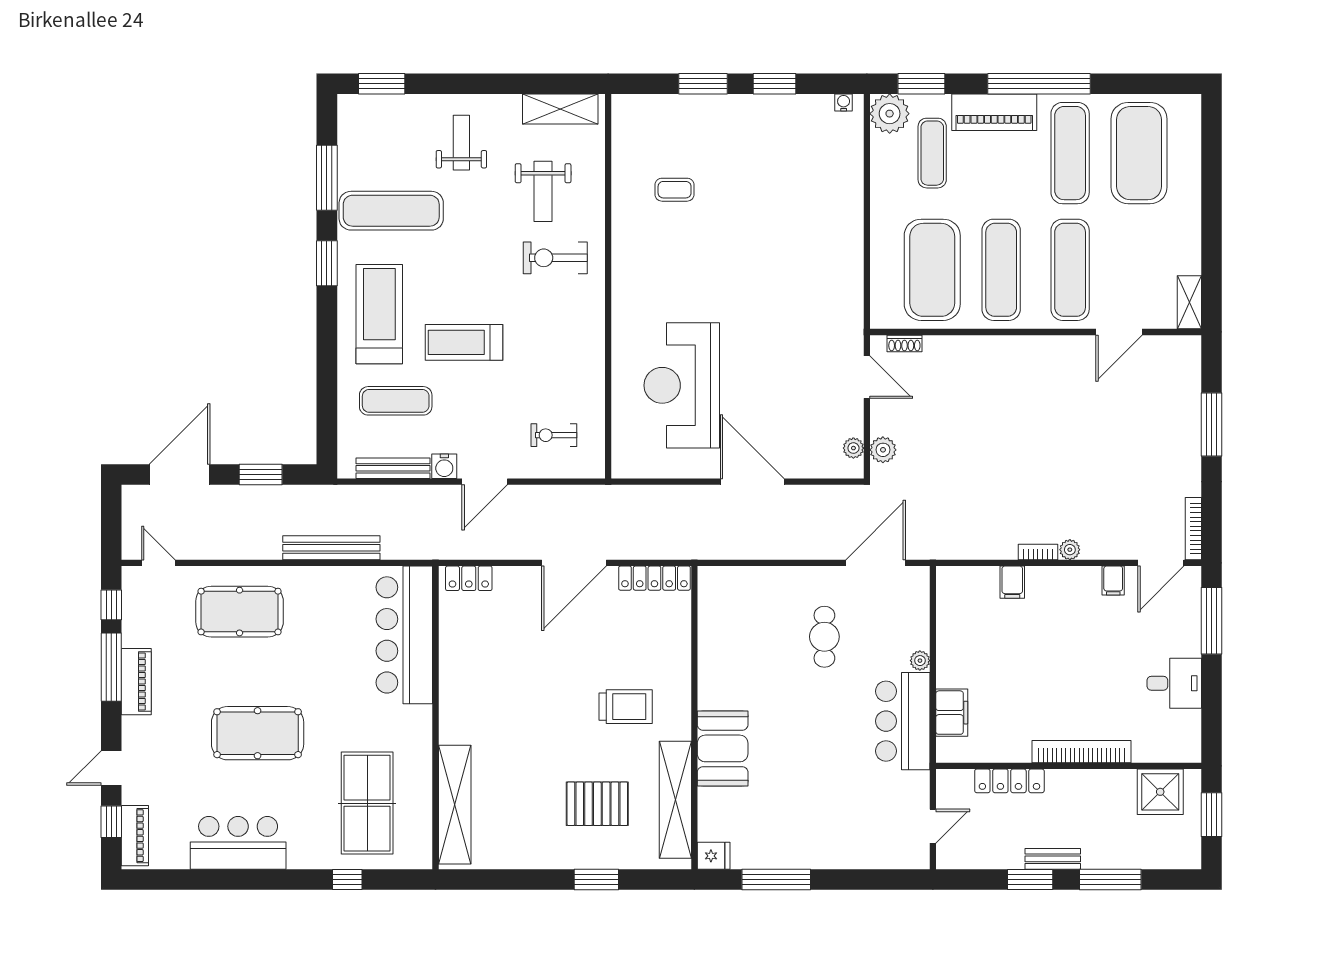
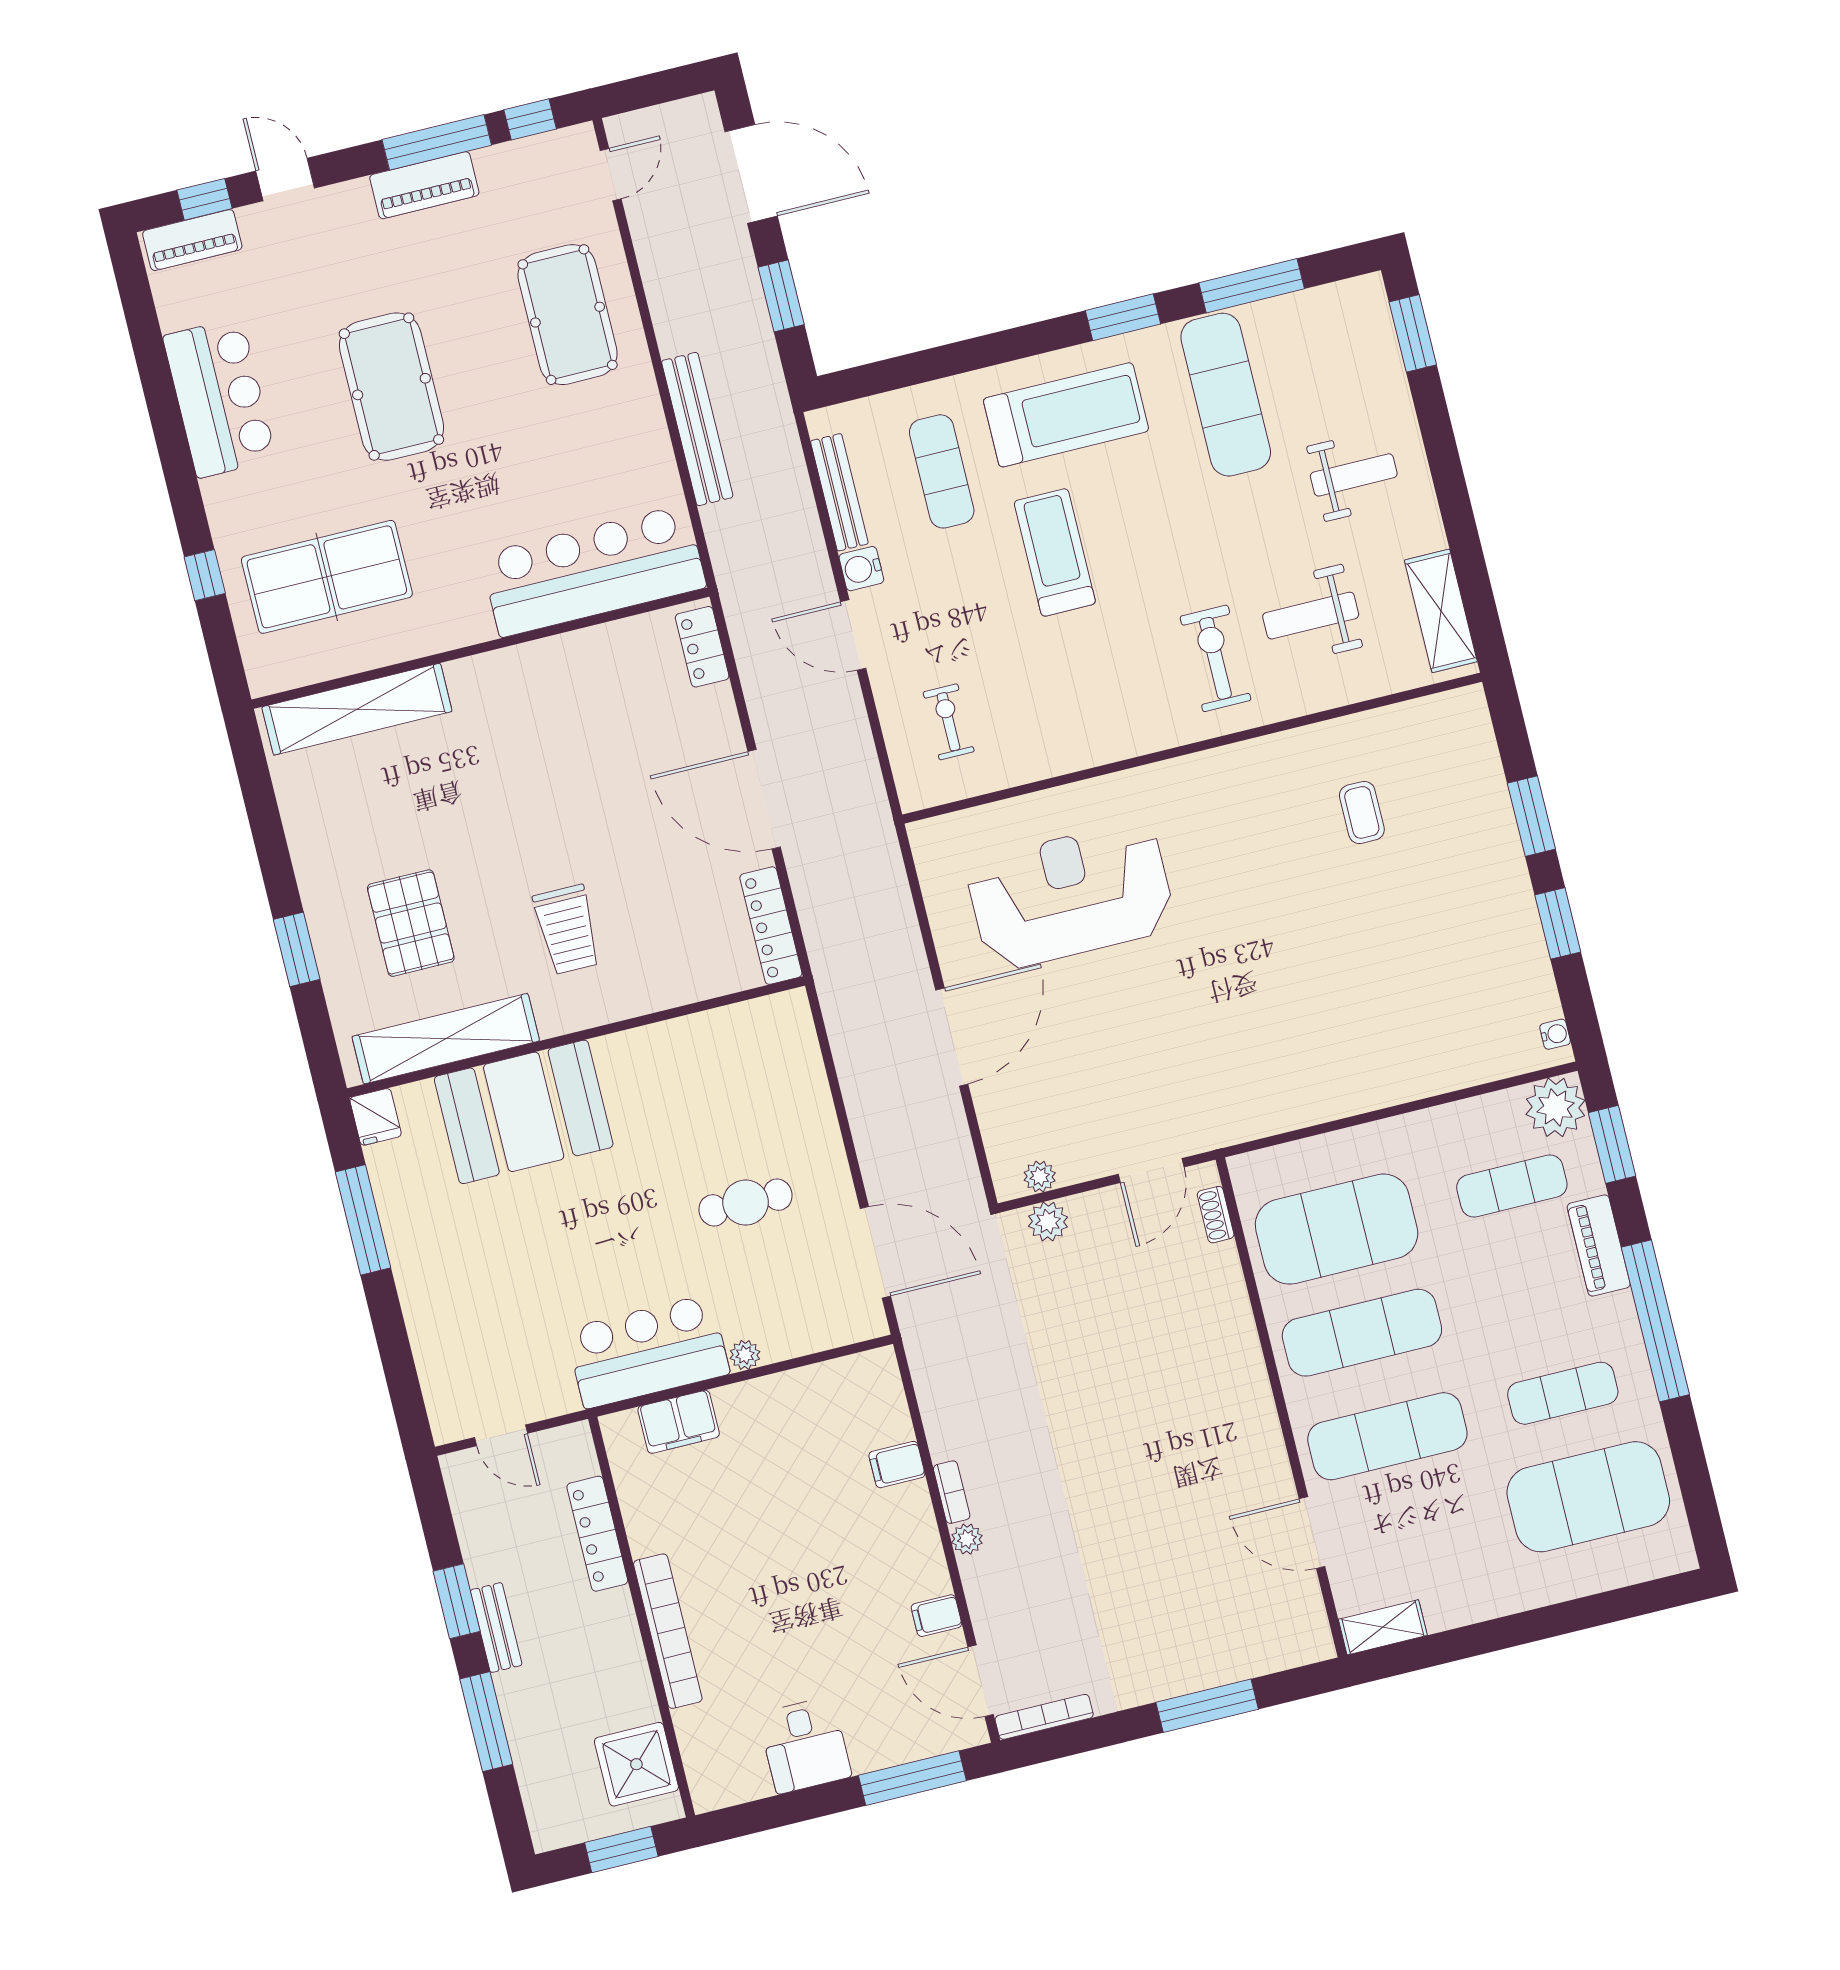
piano: (994, 112) -> (1599, 1245), width x0.73, depth x0.75
exercise mat: (1070, 153) -> (1563, 1393), width x0.73, depth x0.69
booth: (723, 748) -> (524, 1112), width x1.36, depth x1.42

